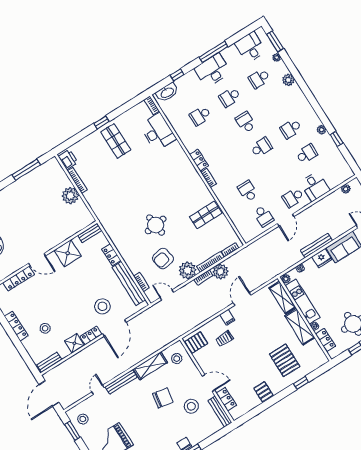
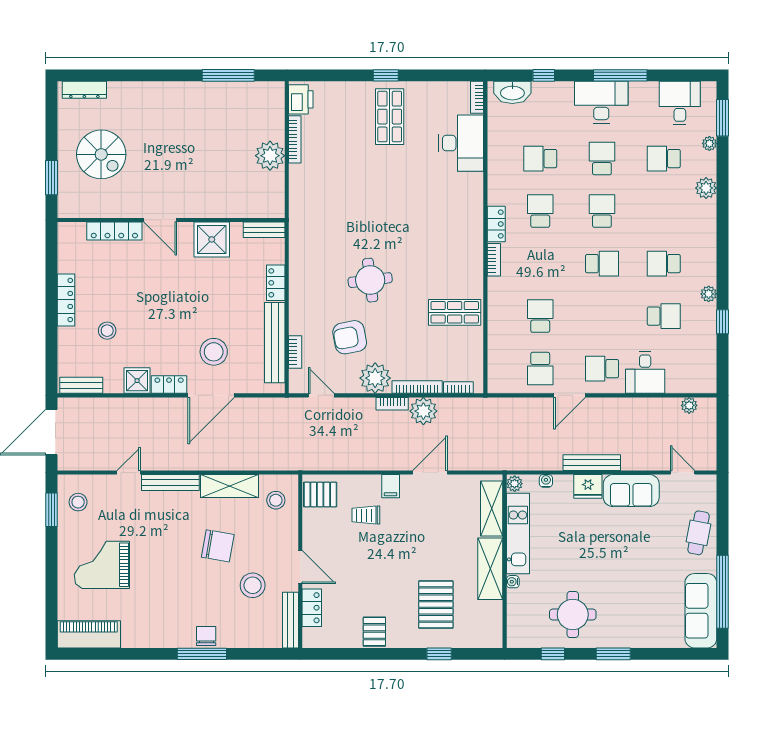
school desk: (230, 97) -> (602, 159), turned 90
school desk: (216, 141) -> (540, 211), added
locker: (326, 340) -> (516, 613), removed

